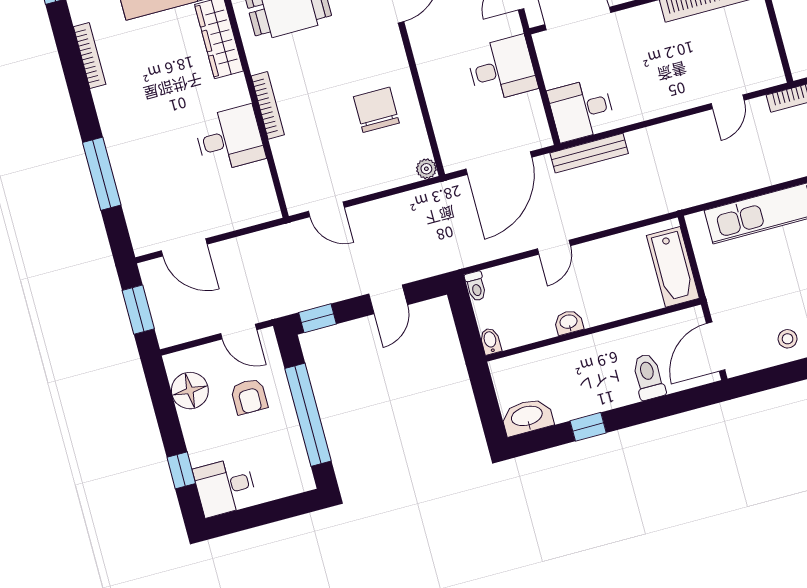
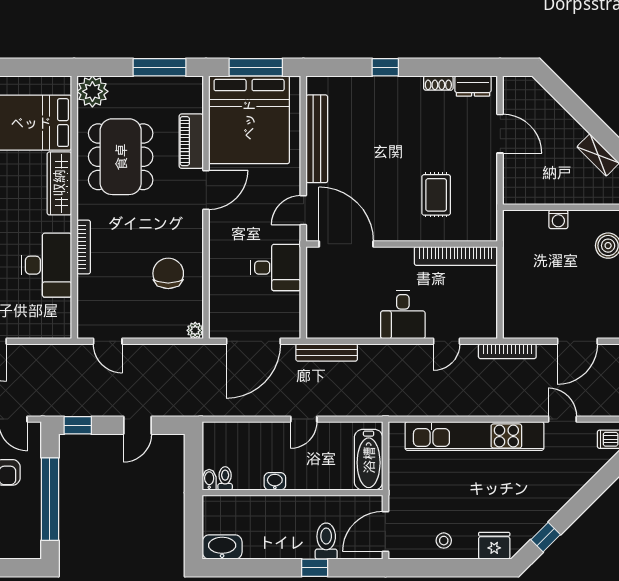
desk: (582, 110) -> (403, 315), moved, turned -90
desk: (230, 139) -> (46, 265), width x1.37
door: (554, 247) -> (304, 419), moved
toilet: (476, 286) -> (225, 478), moved, turned 180
window: (588, 427) -> (315, 568), moved

